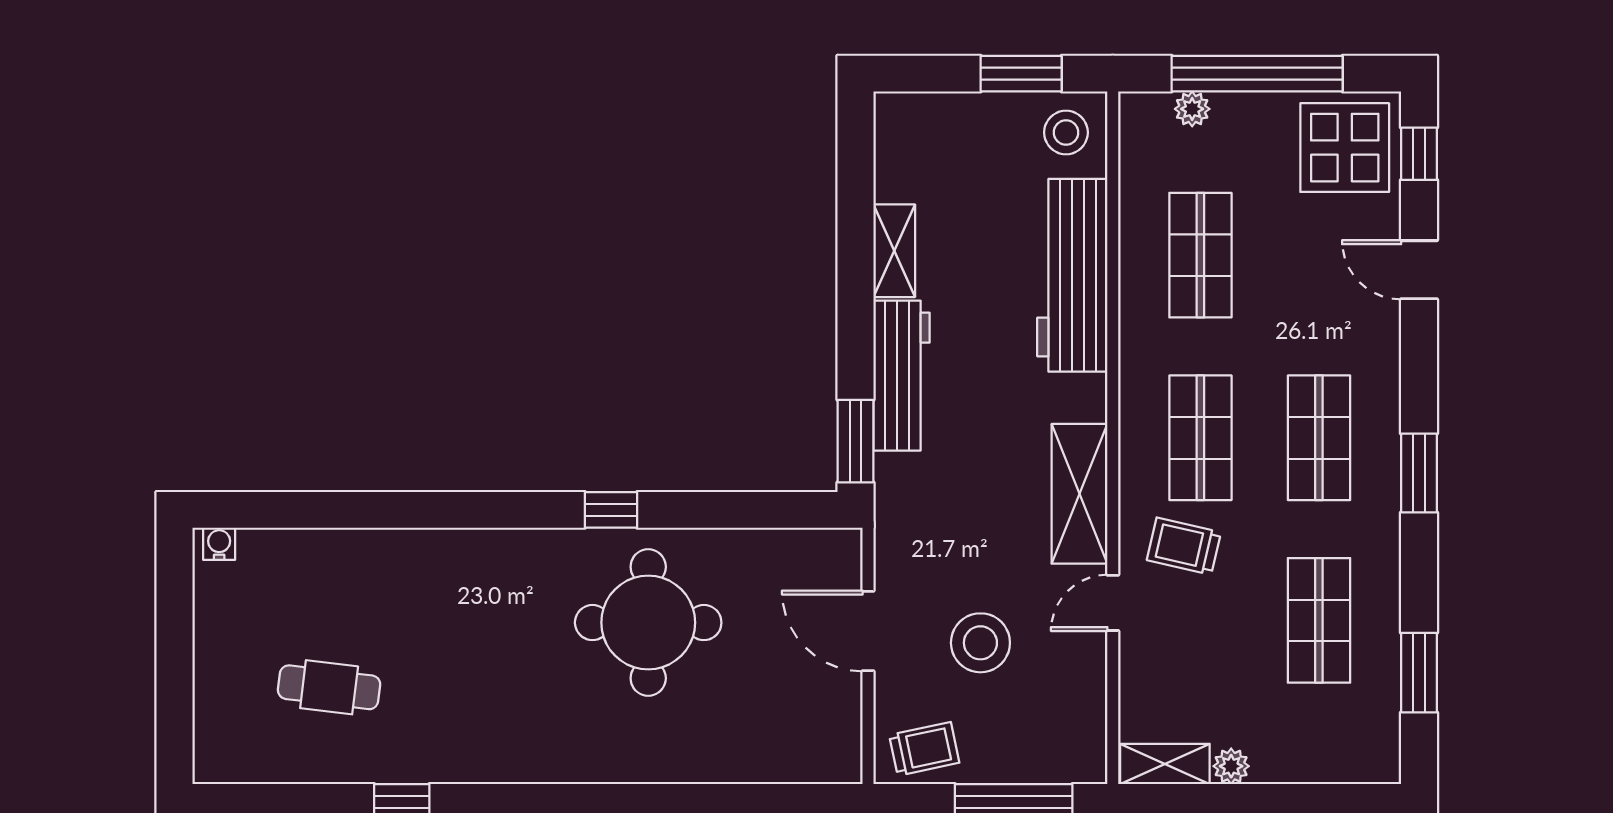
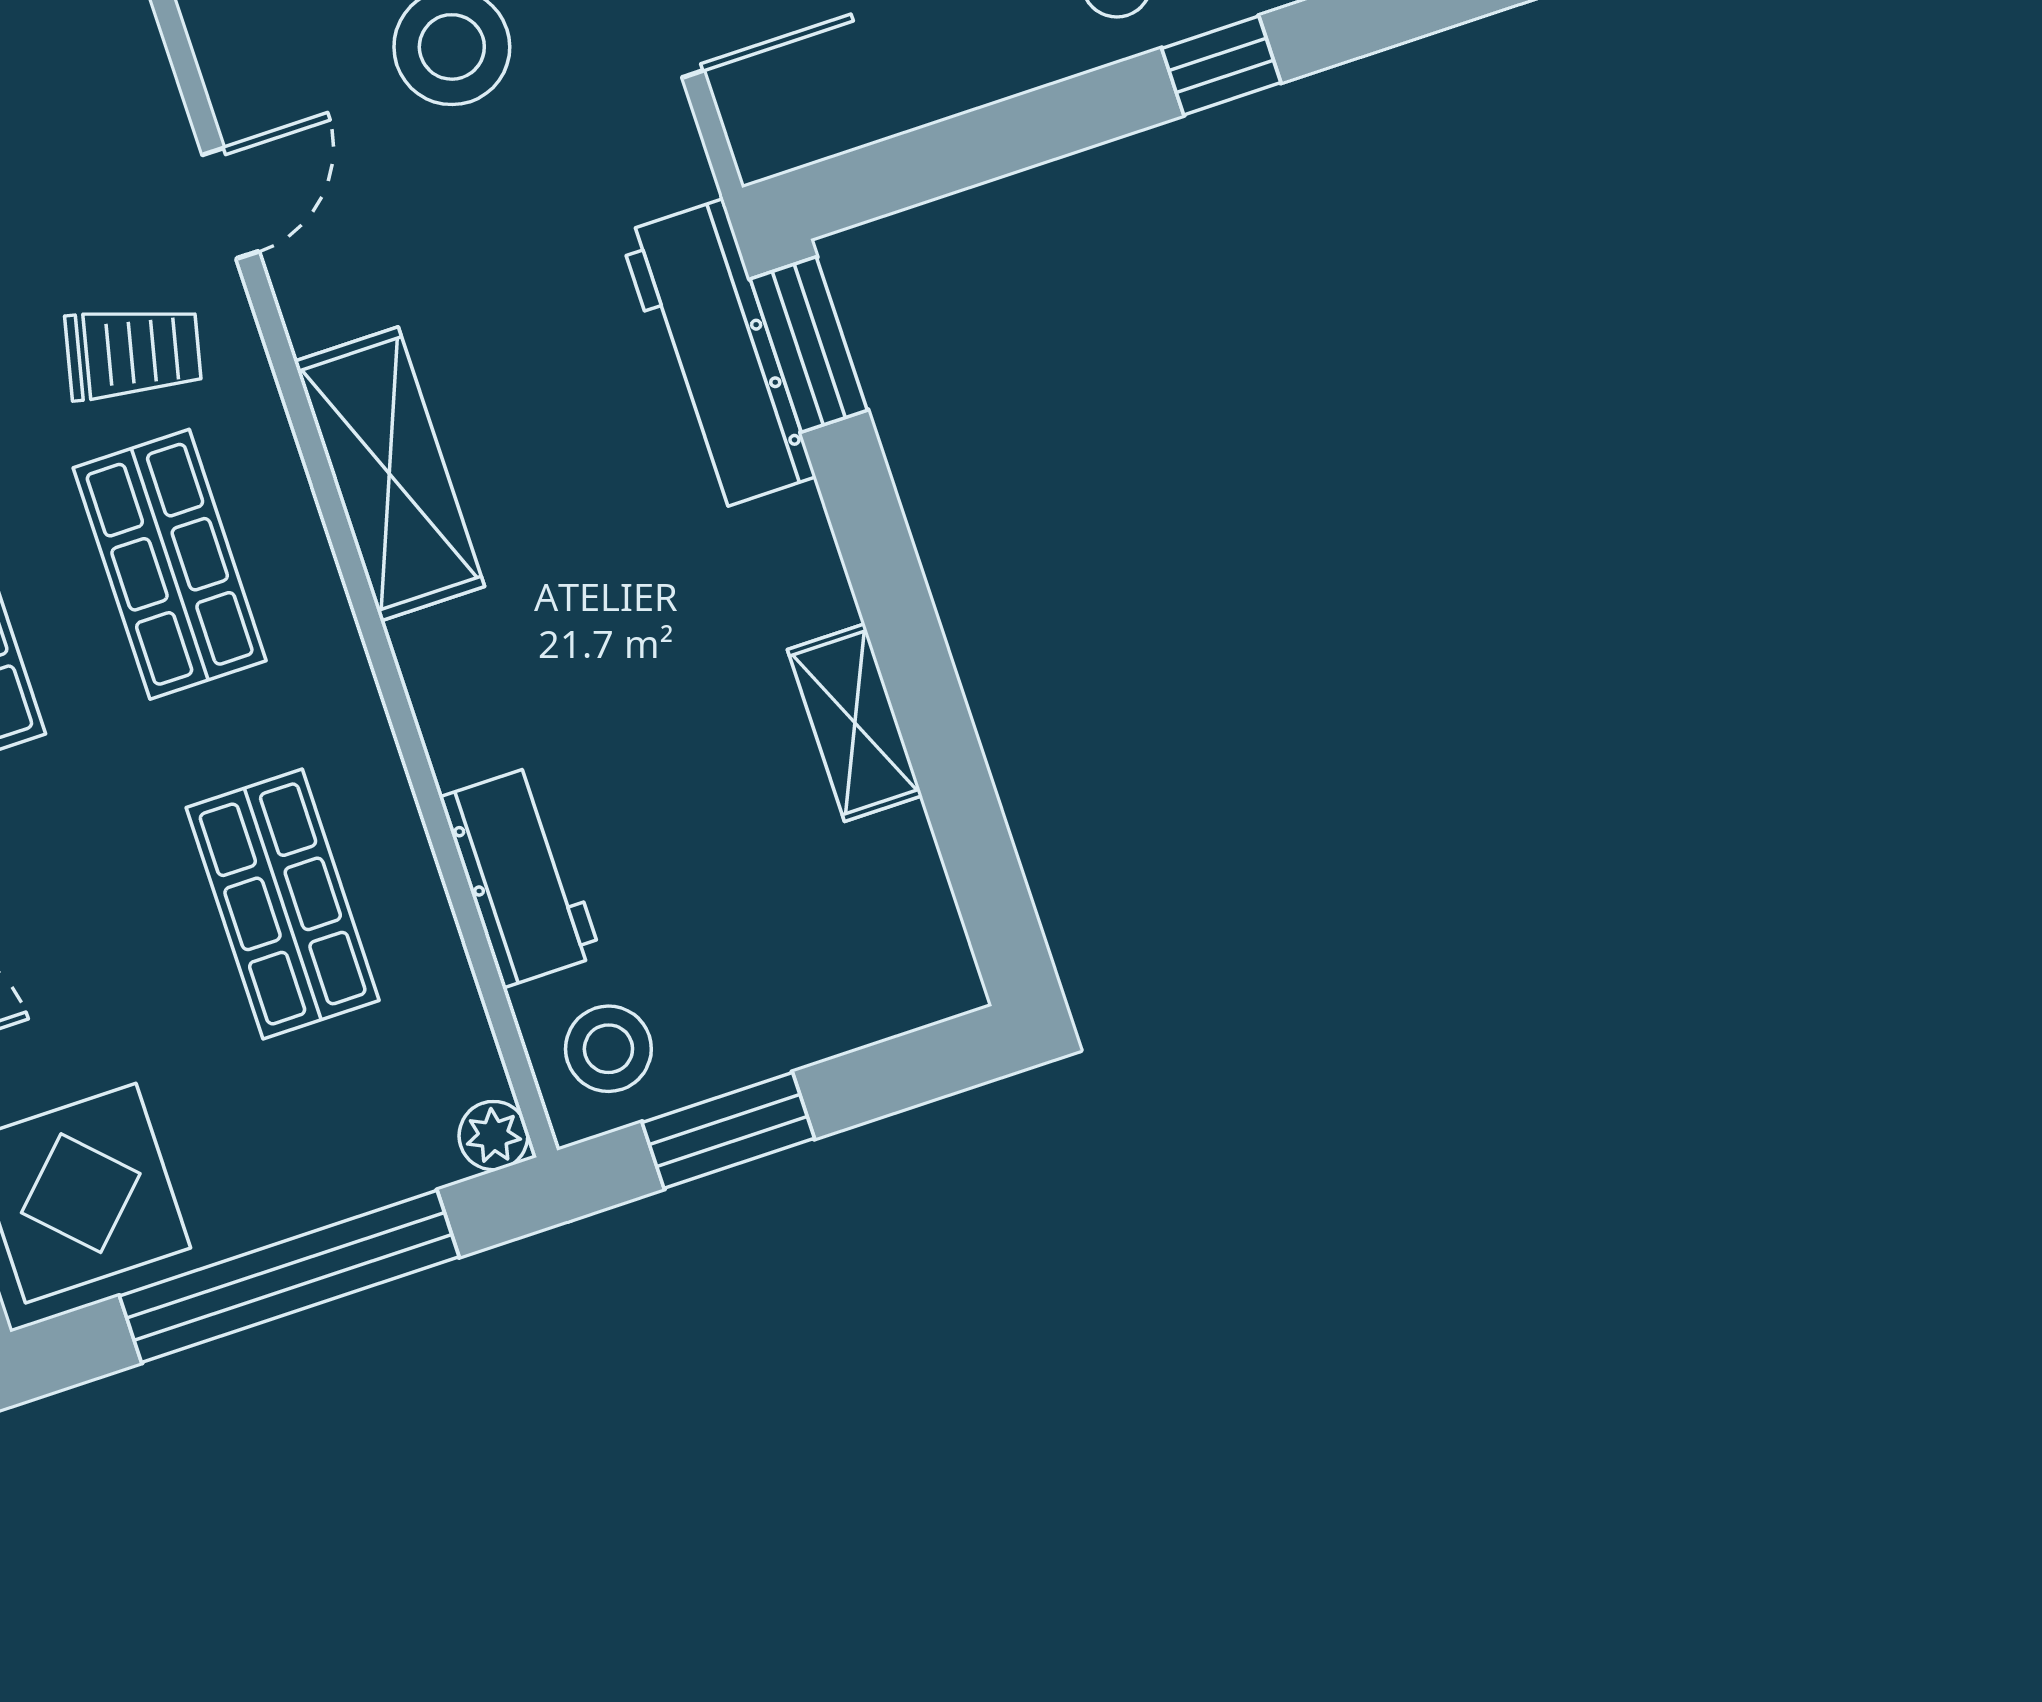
plant: (1192, 109) -> (493, 1136), moved
workbench: (1072, 275) -> (520, 876), width x0.53, depth x0.76
workbench: (902, 376) -> (717, 355), moved
shelving: (1080, 494) -> (389, 474), moved

